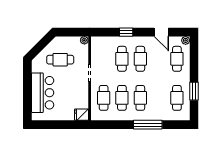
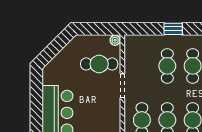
cafe table: (60, 60) -> (99, 64), moved

